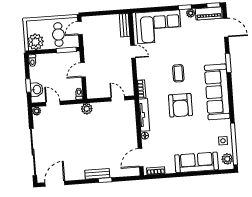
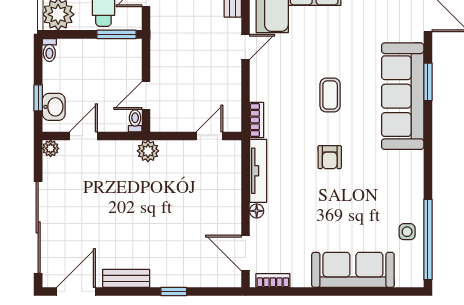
door: (133, 52) -> (245, 47), hinge flipped
door: (83, 70) -> (146, 96), moved
sofa: (217, 92) -> (403, 96), moved
door: (118, 99) -> (209, 136), hinge flipped
door: (53, 103) -> (83, 136), hinge flipped
armchair: (180, 105) -> (330, 157), width x0.53, depth x0.53
door: (141, 158) -> (245, 253), hinge flipped
plant: (227, 159) -> (413, 267), removed
bench: (97, 174) -> (126, 278), moved

